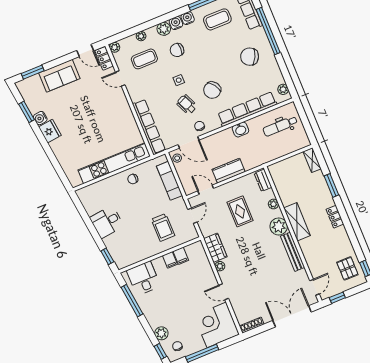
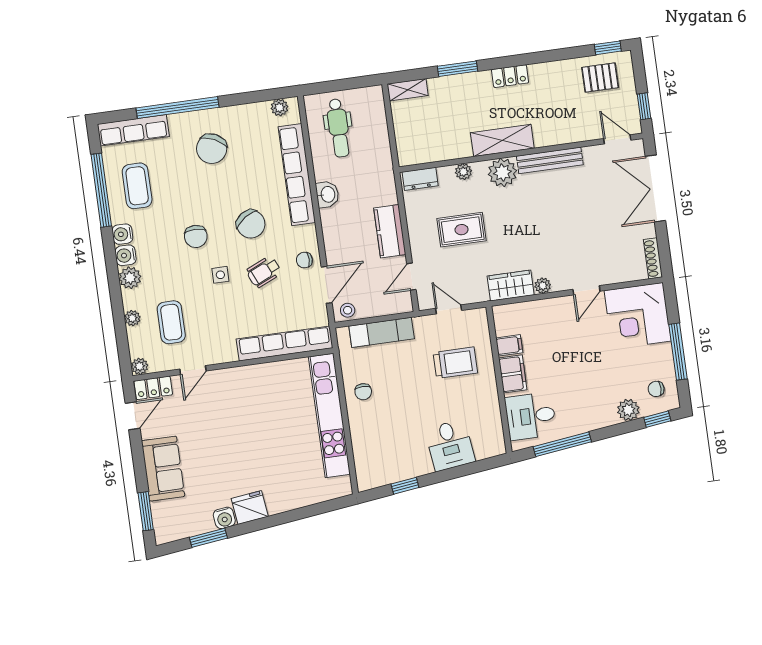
chair: (177, 50) -> (196, 236), moved
desk: (107, 222) -> (450, 445), moved
window: (107, 256) -> (405, 486), moved
filing cabinet: (170, 260) -> (513, 374), width x2.00

